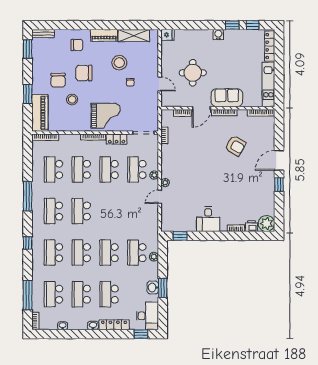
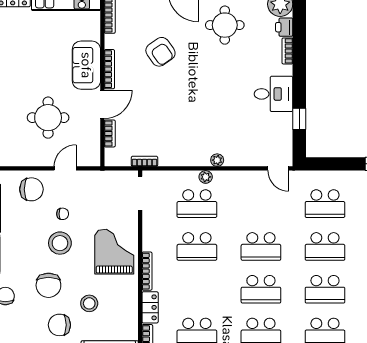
chair: (146, 62) -> (31, 189), added
stool: (119, 63) -> (60, 243), moved
chair: (58, 80) -> (59, 325), turned 180
door: (201, 108) -> (102, 104), hinge flipped
locker: (117, 139) -> (150, 307), moved
armchair: (235, 146) -> (160, 52), turned 115
school desk: (81, 169) -> (261, 246), moved
round table: (253, 188) -> (225, 25), added
door: (160, 197) -> (278, 168), moved
window: (180, 236) -> (299, 119), moved
plant: (154, 257) -> (331, 177), removed

